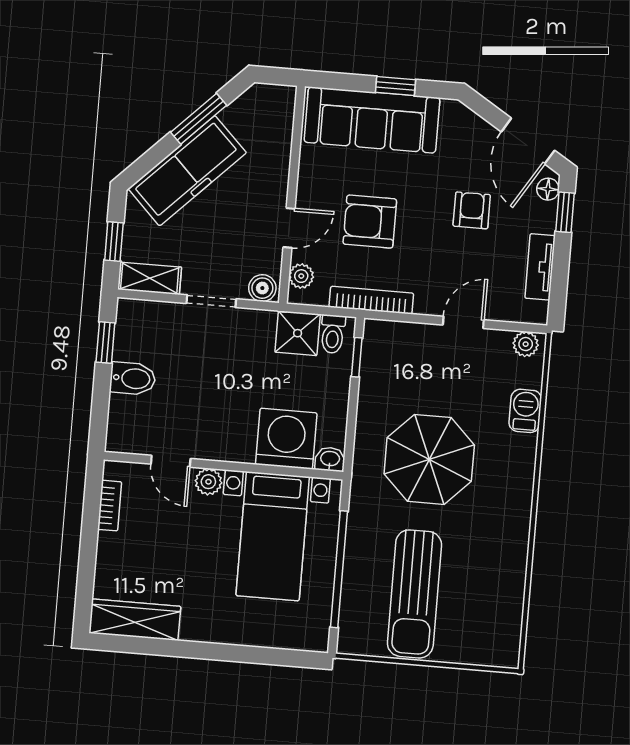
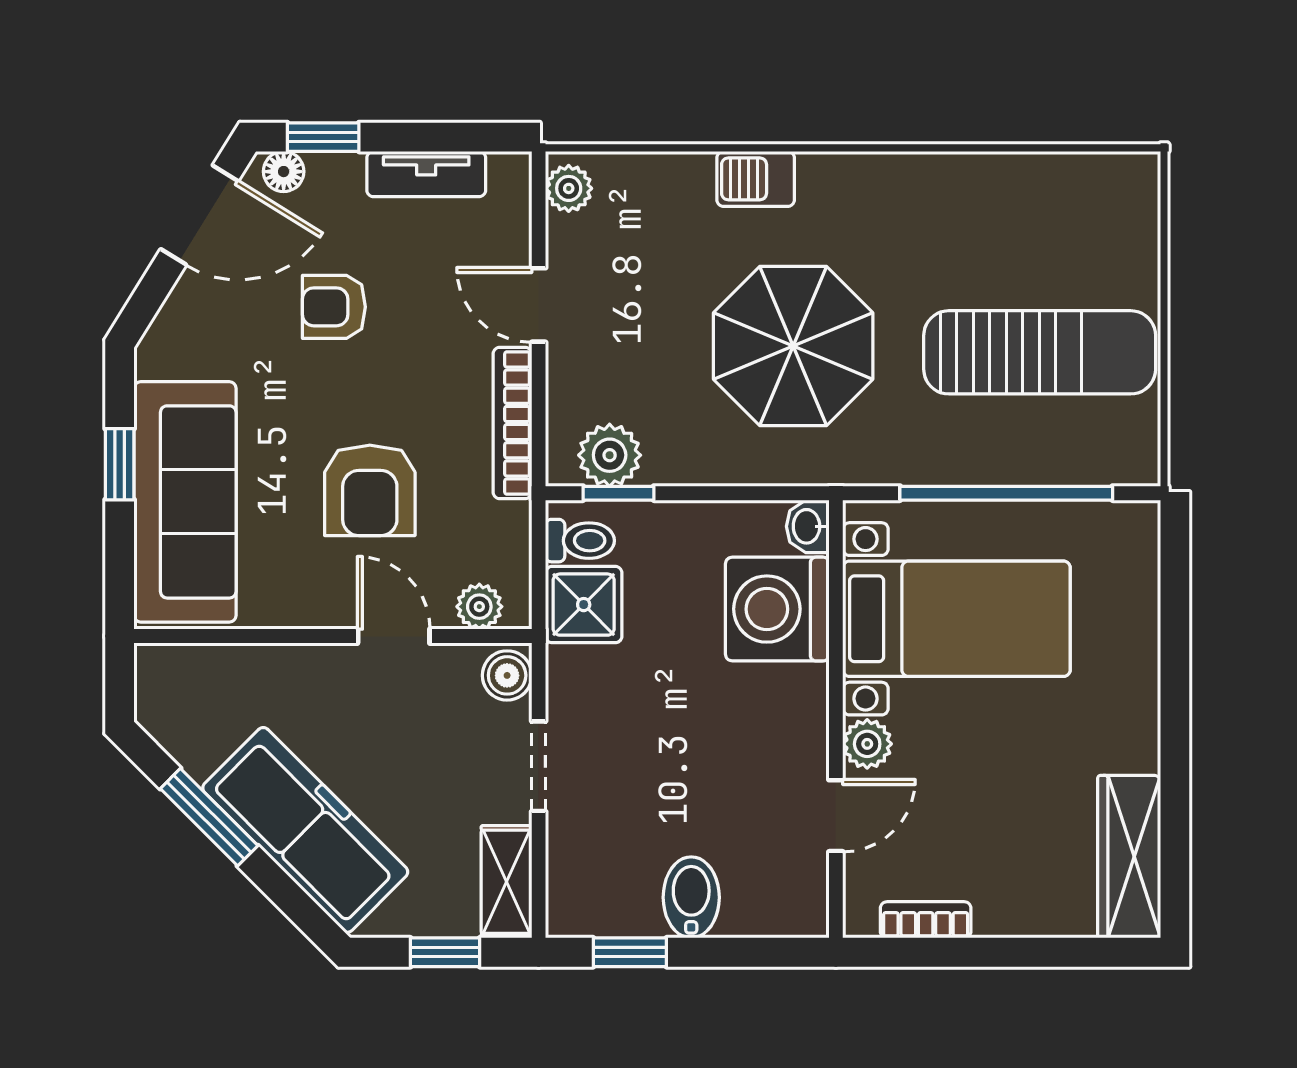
bookcase: (371, 300) -> (512, 423), moved
plant: (378, 354) -> (610, 455), added
barbecue: (525, 411) -> (756, 179), moved

